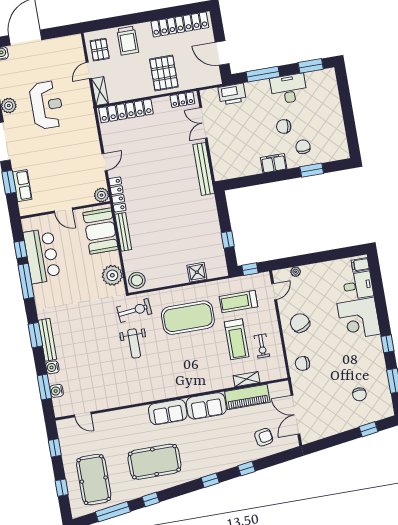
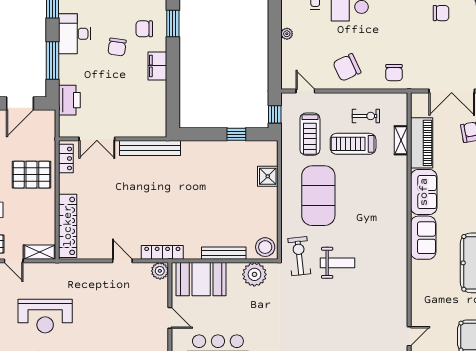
reception desk: (47, 105) -> (45, 316), turned 180
door: (63, 210) -> (170, 318), hinge flipped
bench: (123, 232) -> (224, 253), moved
plant: (296, 272) -> (287, 34), moved
treadmill: (237, 339) -> (353, 144), turned 180

